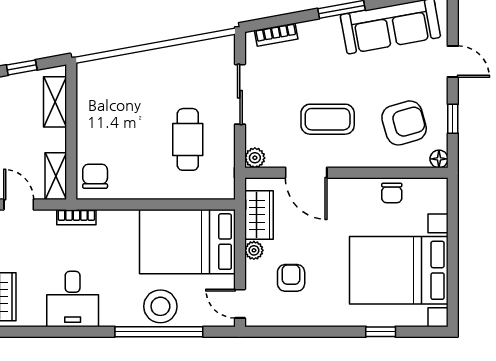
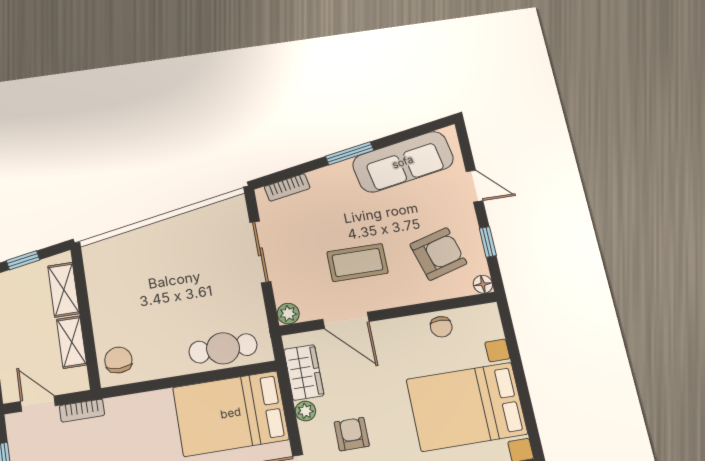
cafe table: (188, 139) -> (223, 348), moved, turned 90
shelving: (56, 176) -> (72, 342), moved
bookcase: (76, 217) -> (82, 411), moved

